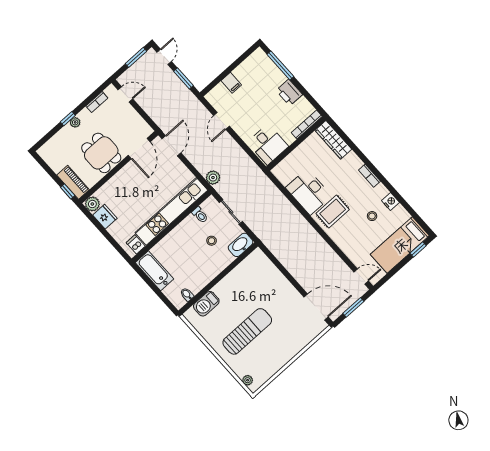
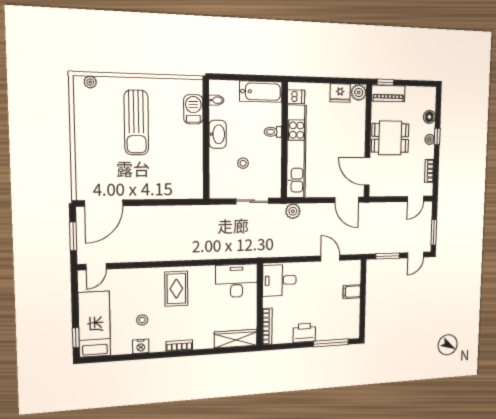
door: (164, 57) -> (416, 255), hinge flipped
floor lamp: (60, 137) -> (429, 117), added
desk: (309, 192) -> (237, 281), moved
toilet: (200, 215) -> (273, 132), moved
washbasin: (241, 245) -> (218, 134), moved

